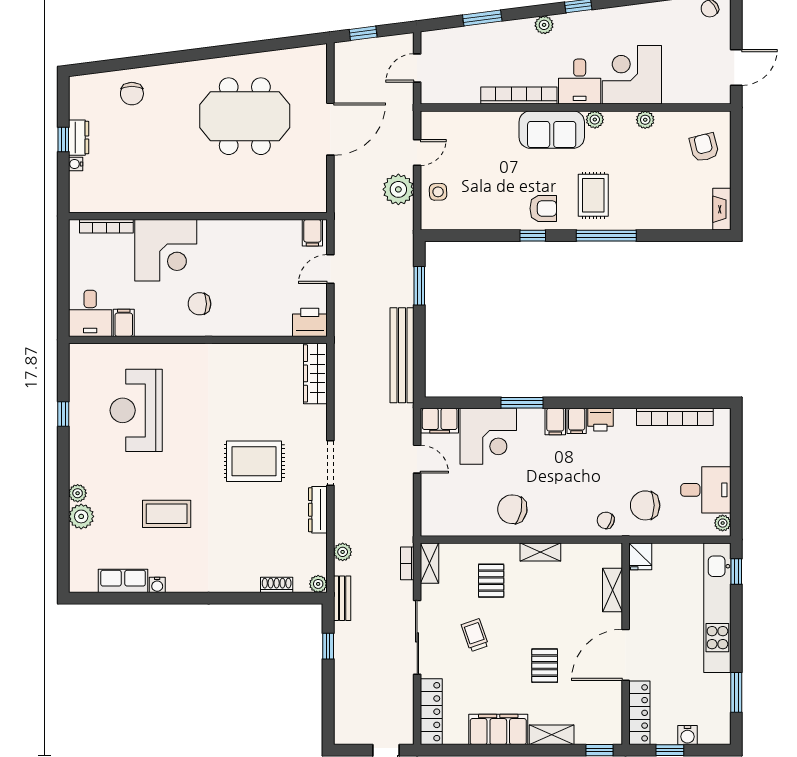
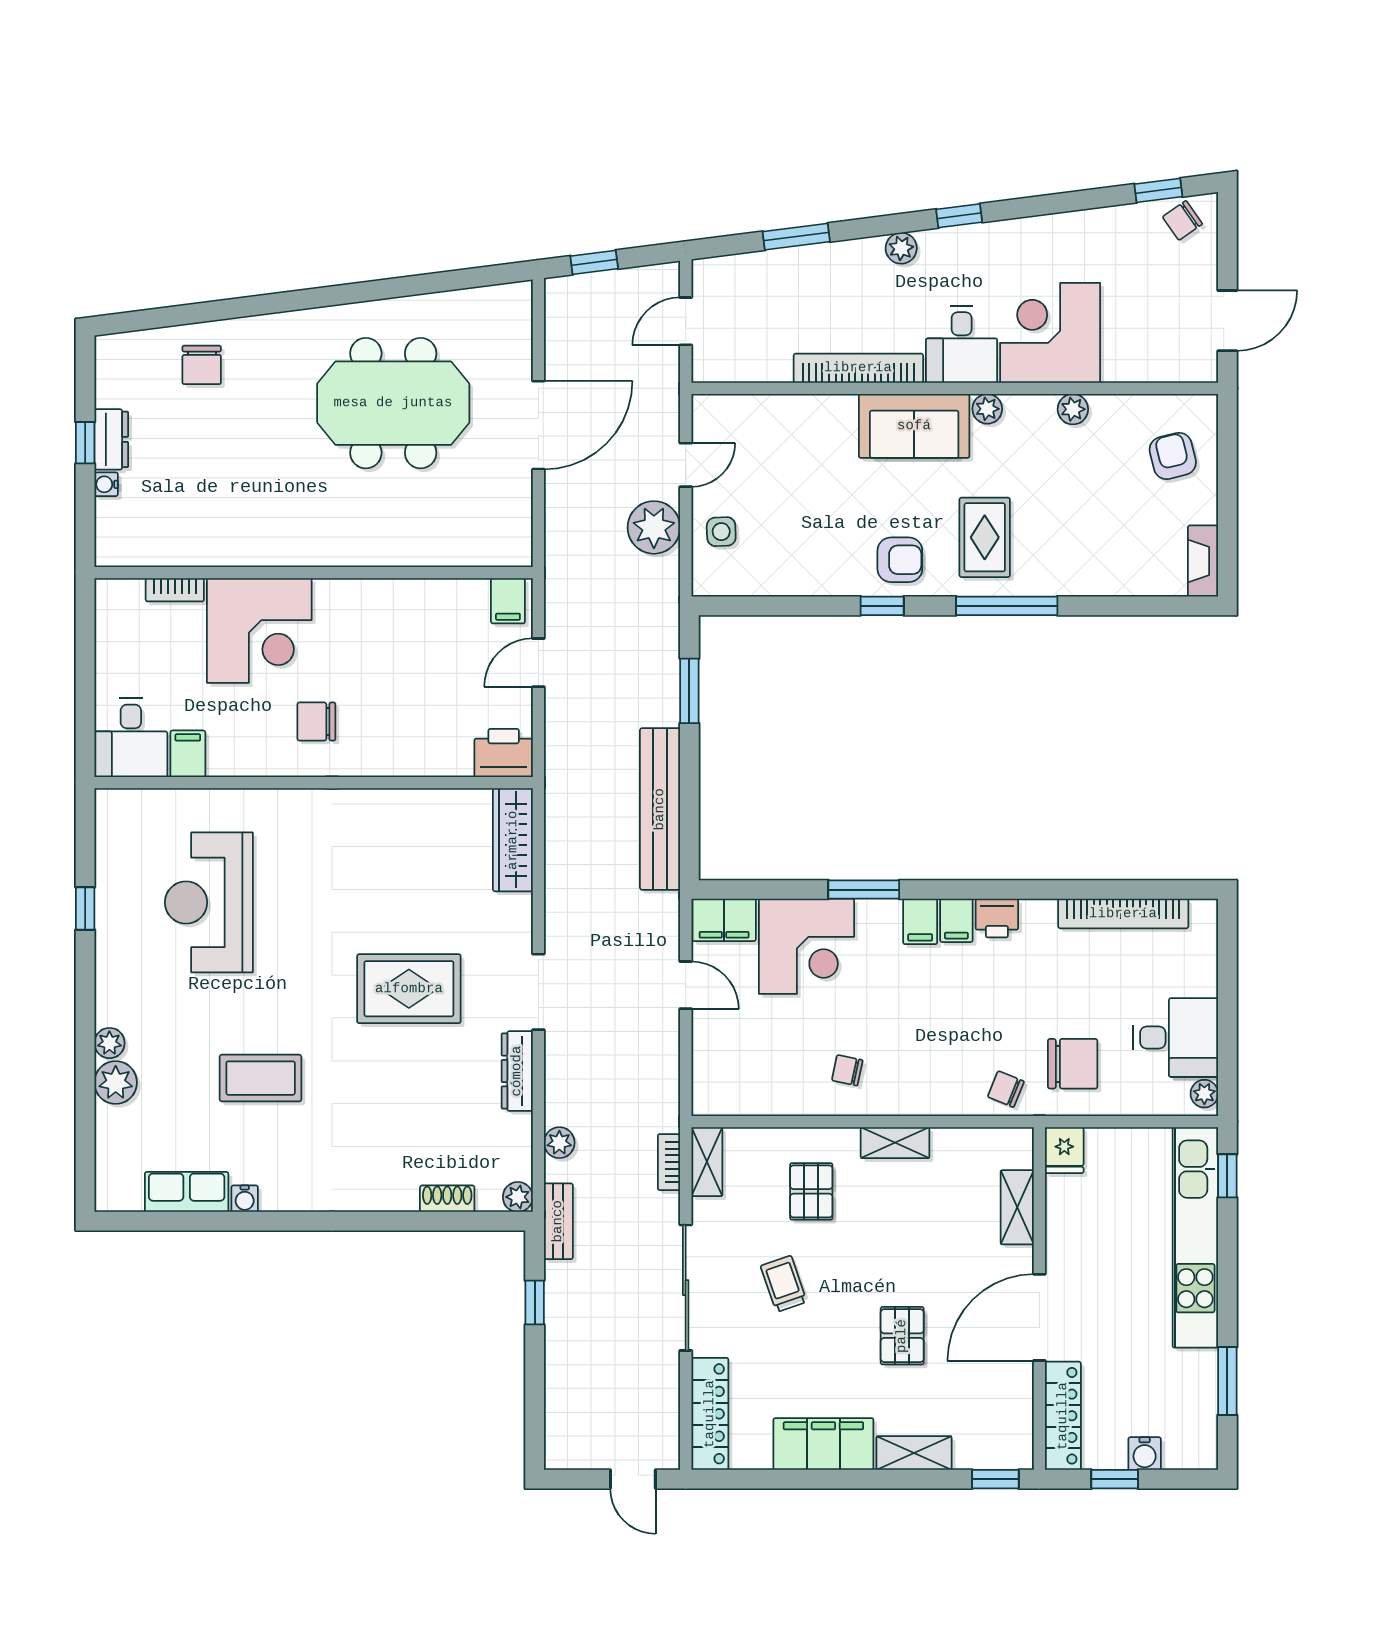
bookcase: (106, 226) -> (175, 590), width x0.64
chair: (645, 505) -> (1073, 1064), turned 180
chair: (512, 509) -> (847, 1070), width x0.54, depth x0.54

